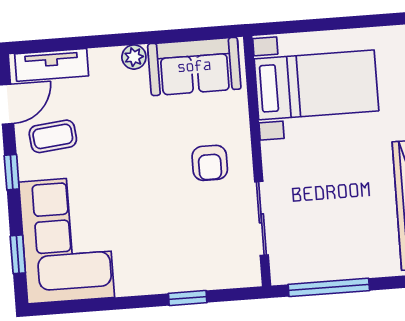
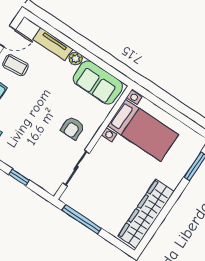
tv unit: (52, 65) -> (53, 44), moved

